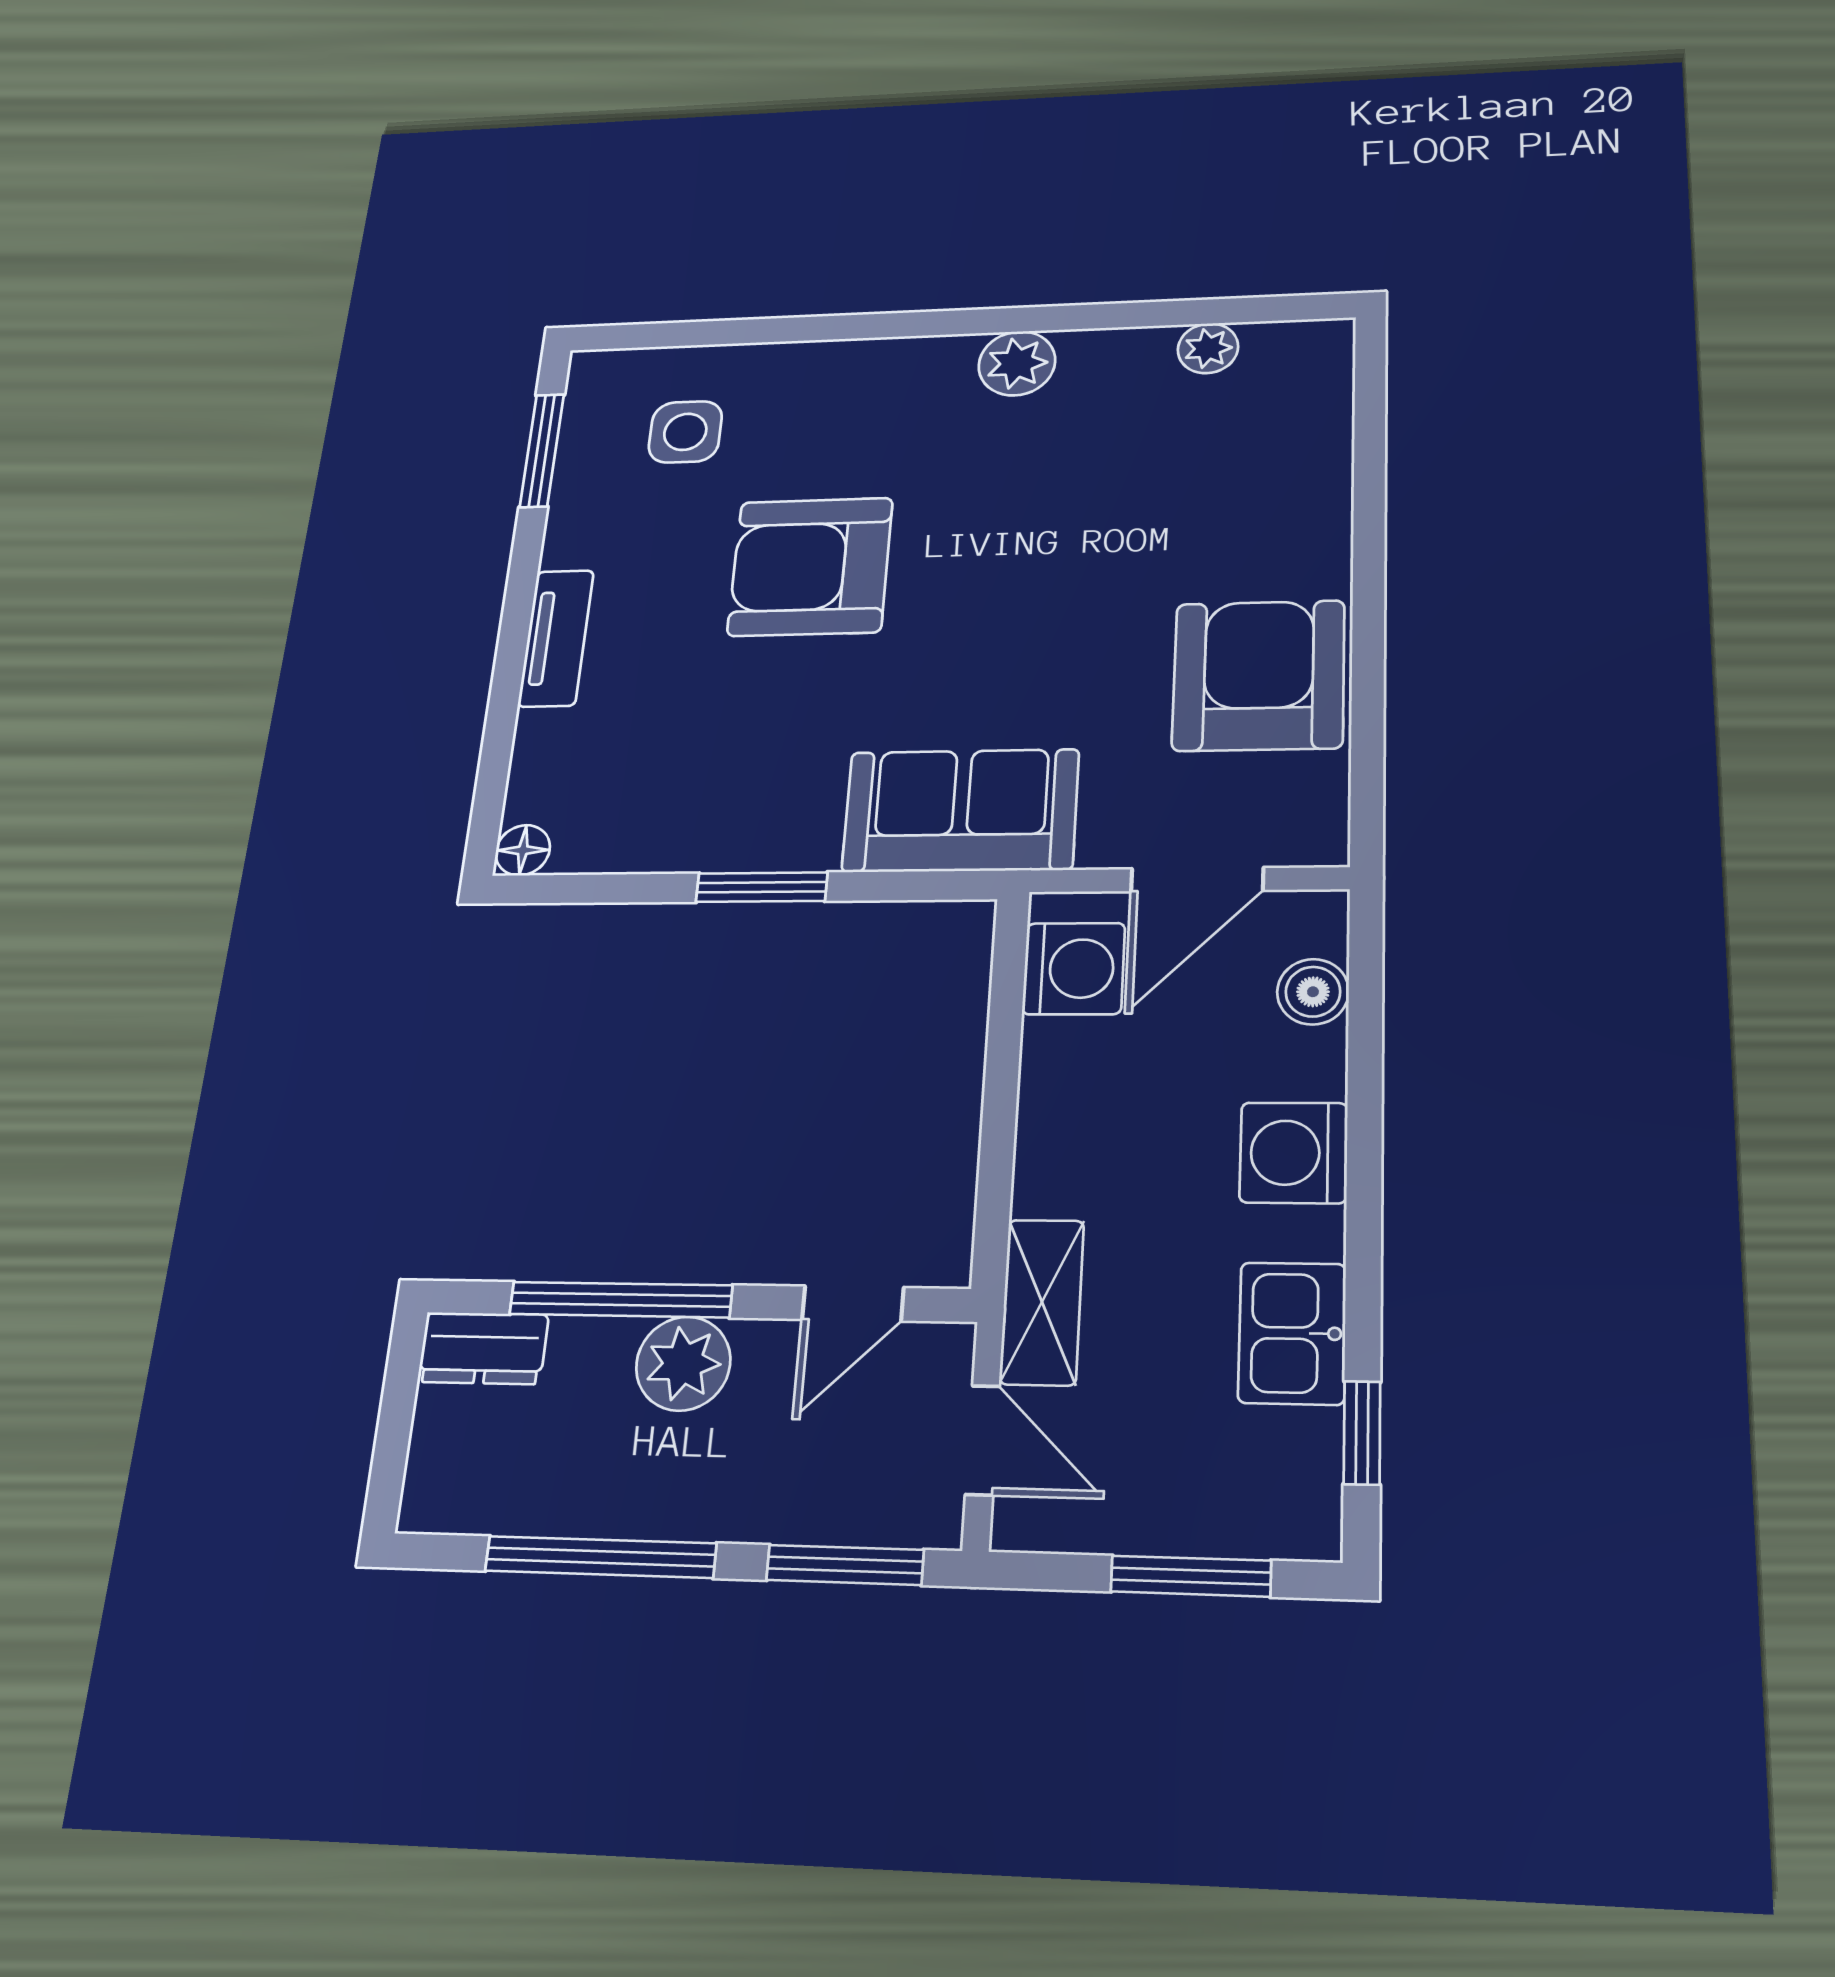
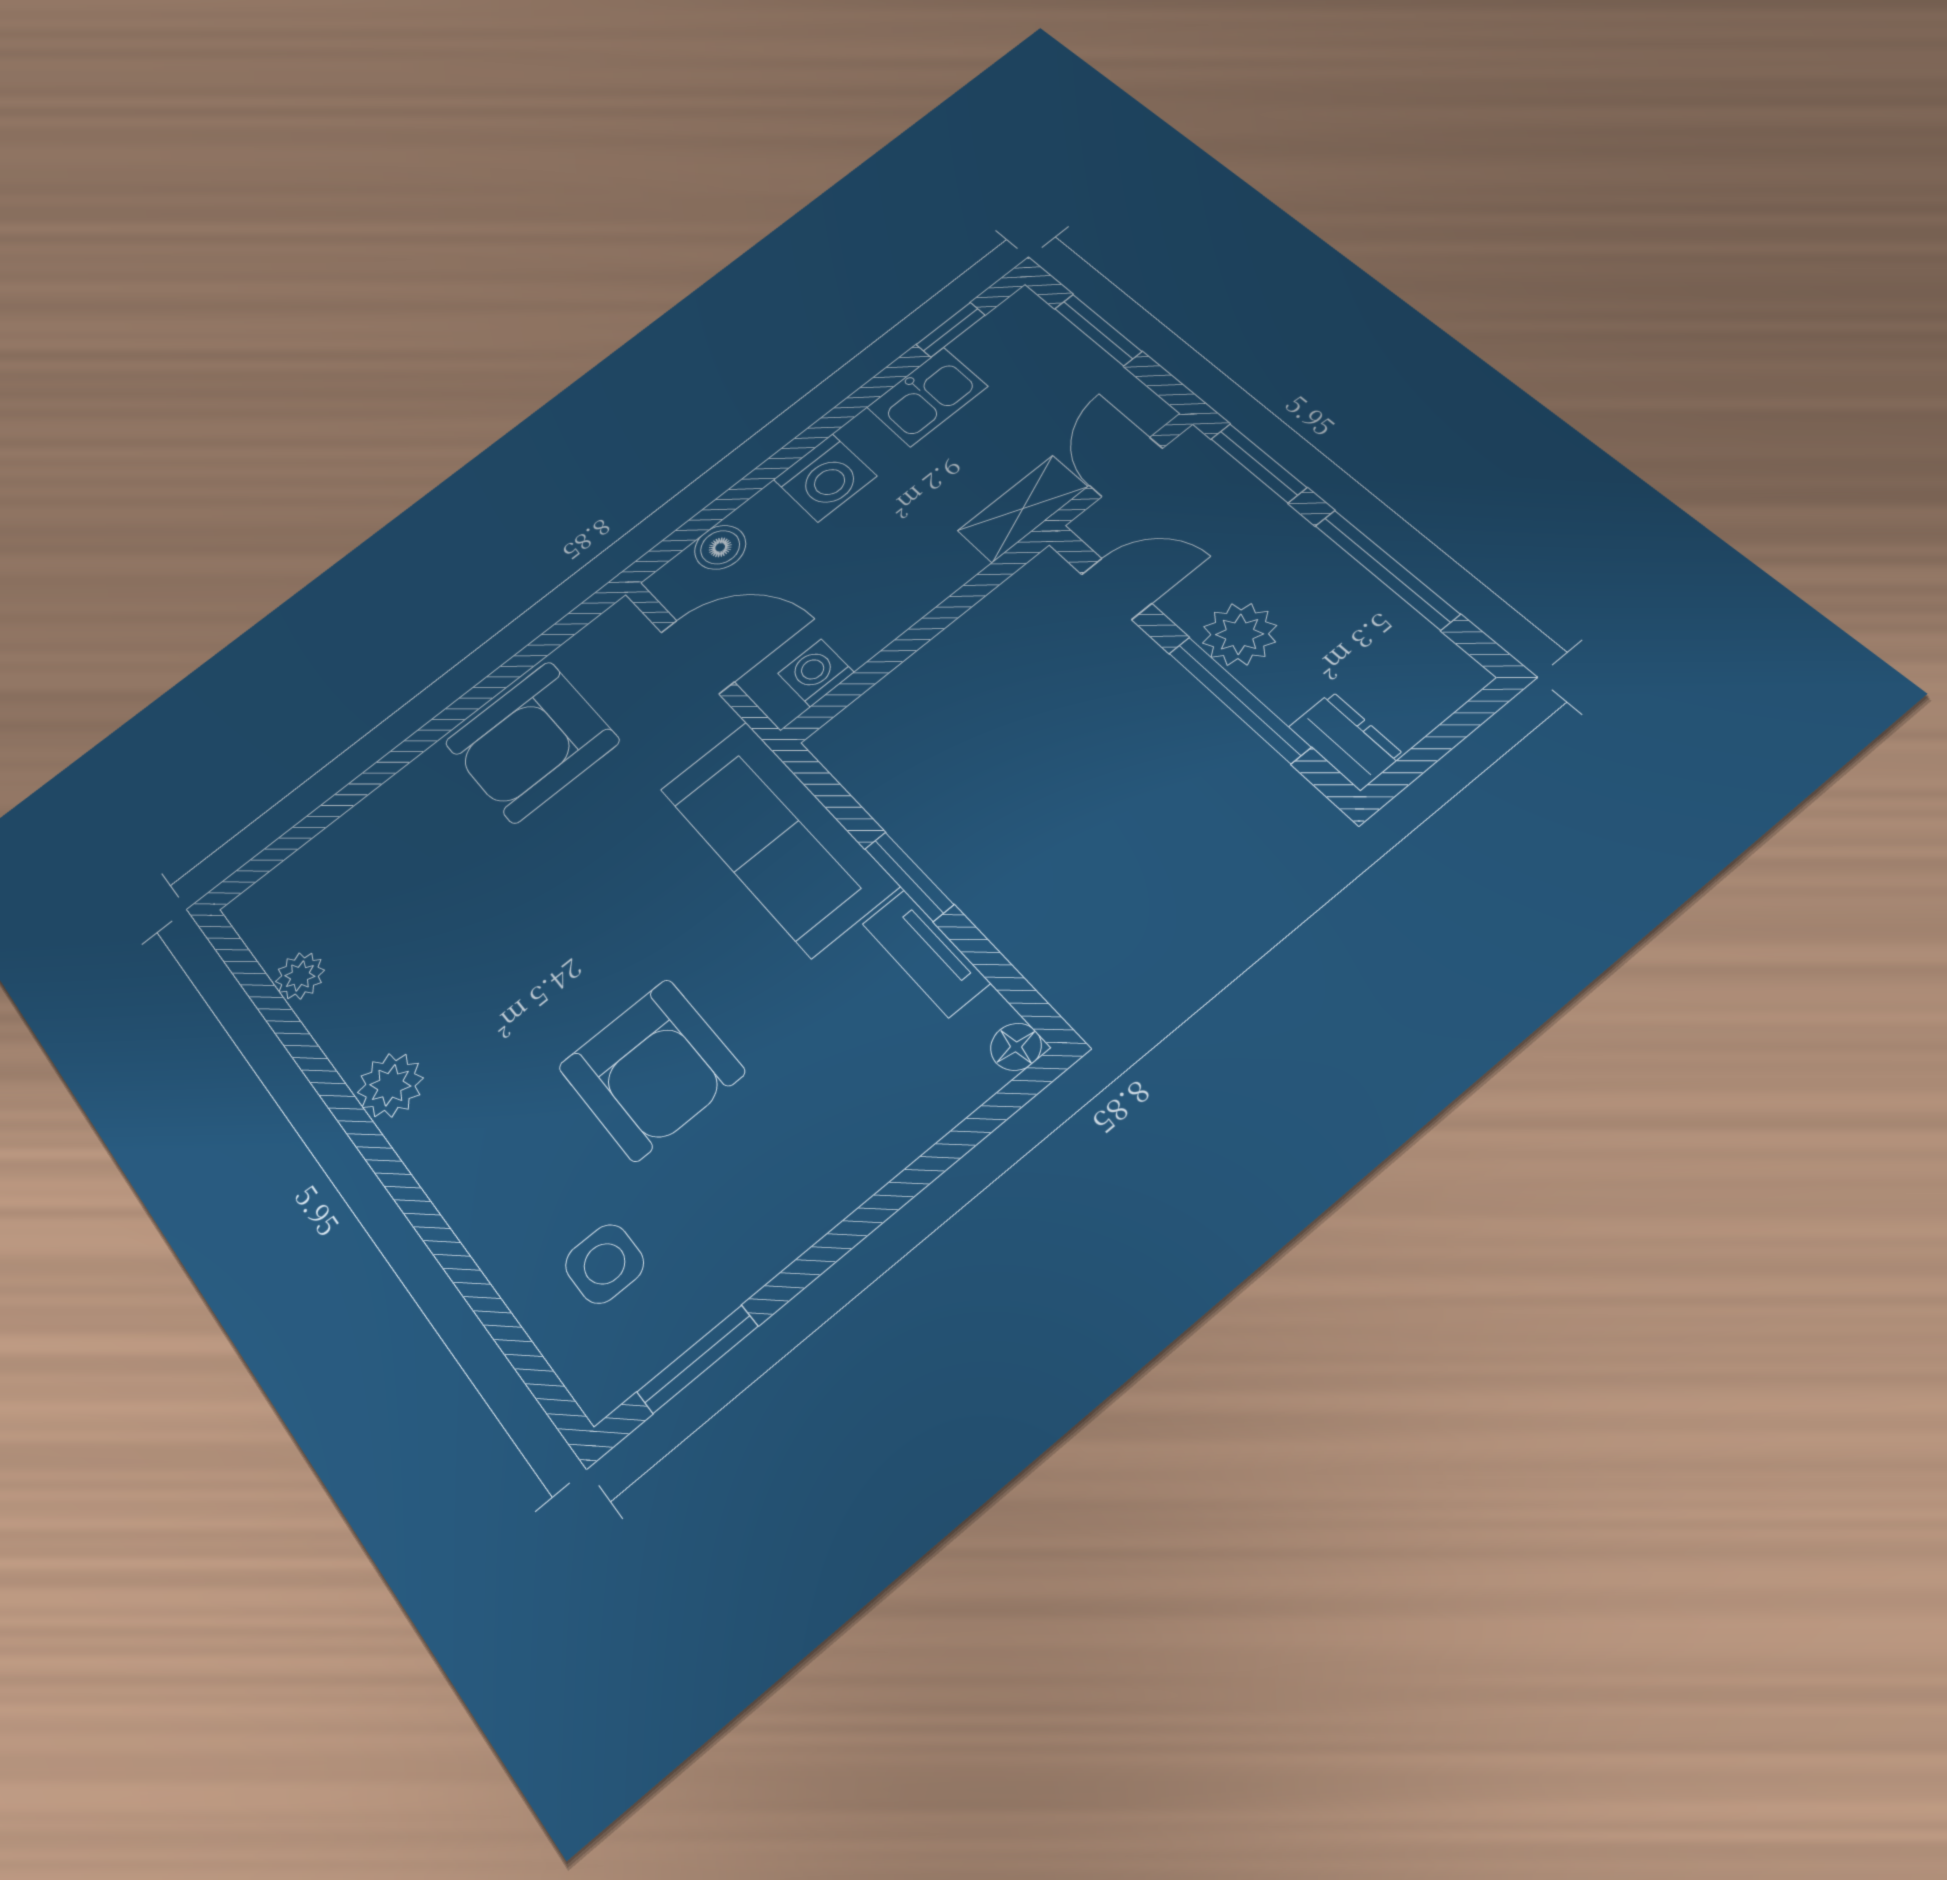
tv unit: (556, 638) -> (926, 953), moved, turned -90
sofa: (961, 811) -> (778, 837), width x1.36
washing machine: (1074, 969) -> (816, 673), width x0.73, depth x0.73

